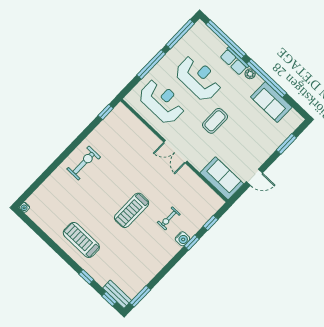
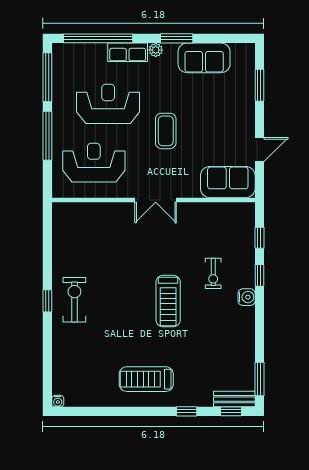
window: (267, 78) -> (177, 38), width x0.47
window: (106, 112) -> (47, 301), moved
water cooler: (182, 239) -> (247, 297), moved

